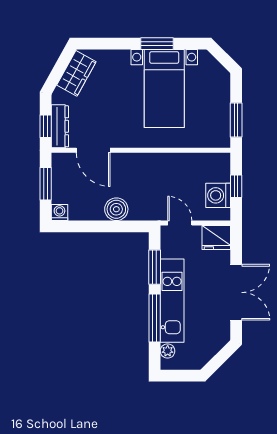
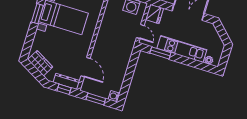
door: (93, 150) -> (85, 67), hinge flipped
boiler: (116, 209) -> (122, 64), removed
door: (180, 223) -> (140, 32), swing flipped
window: (155, 318) -> (188, 62), removed

